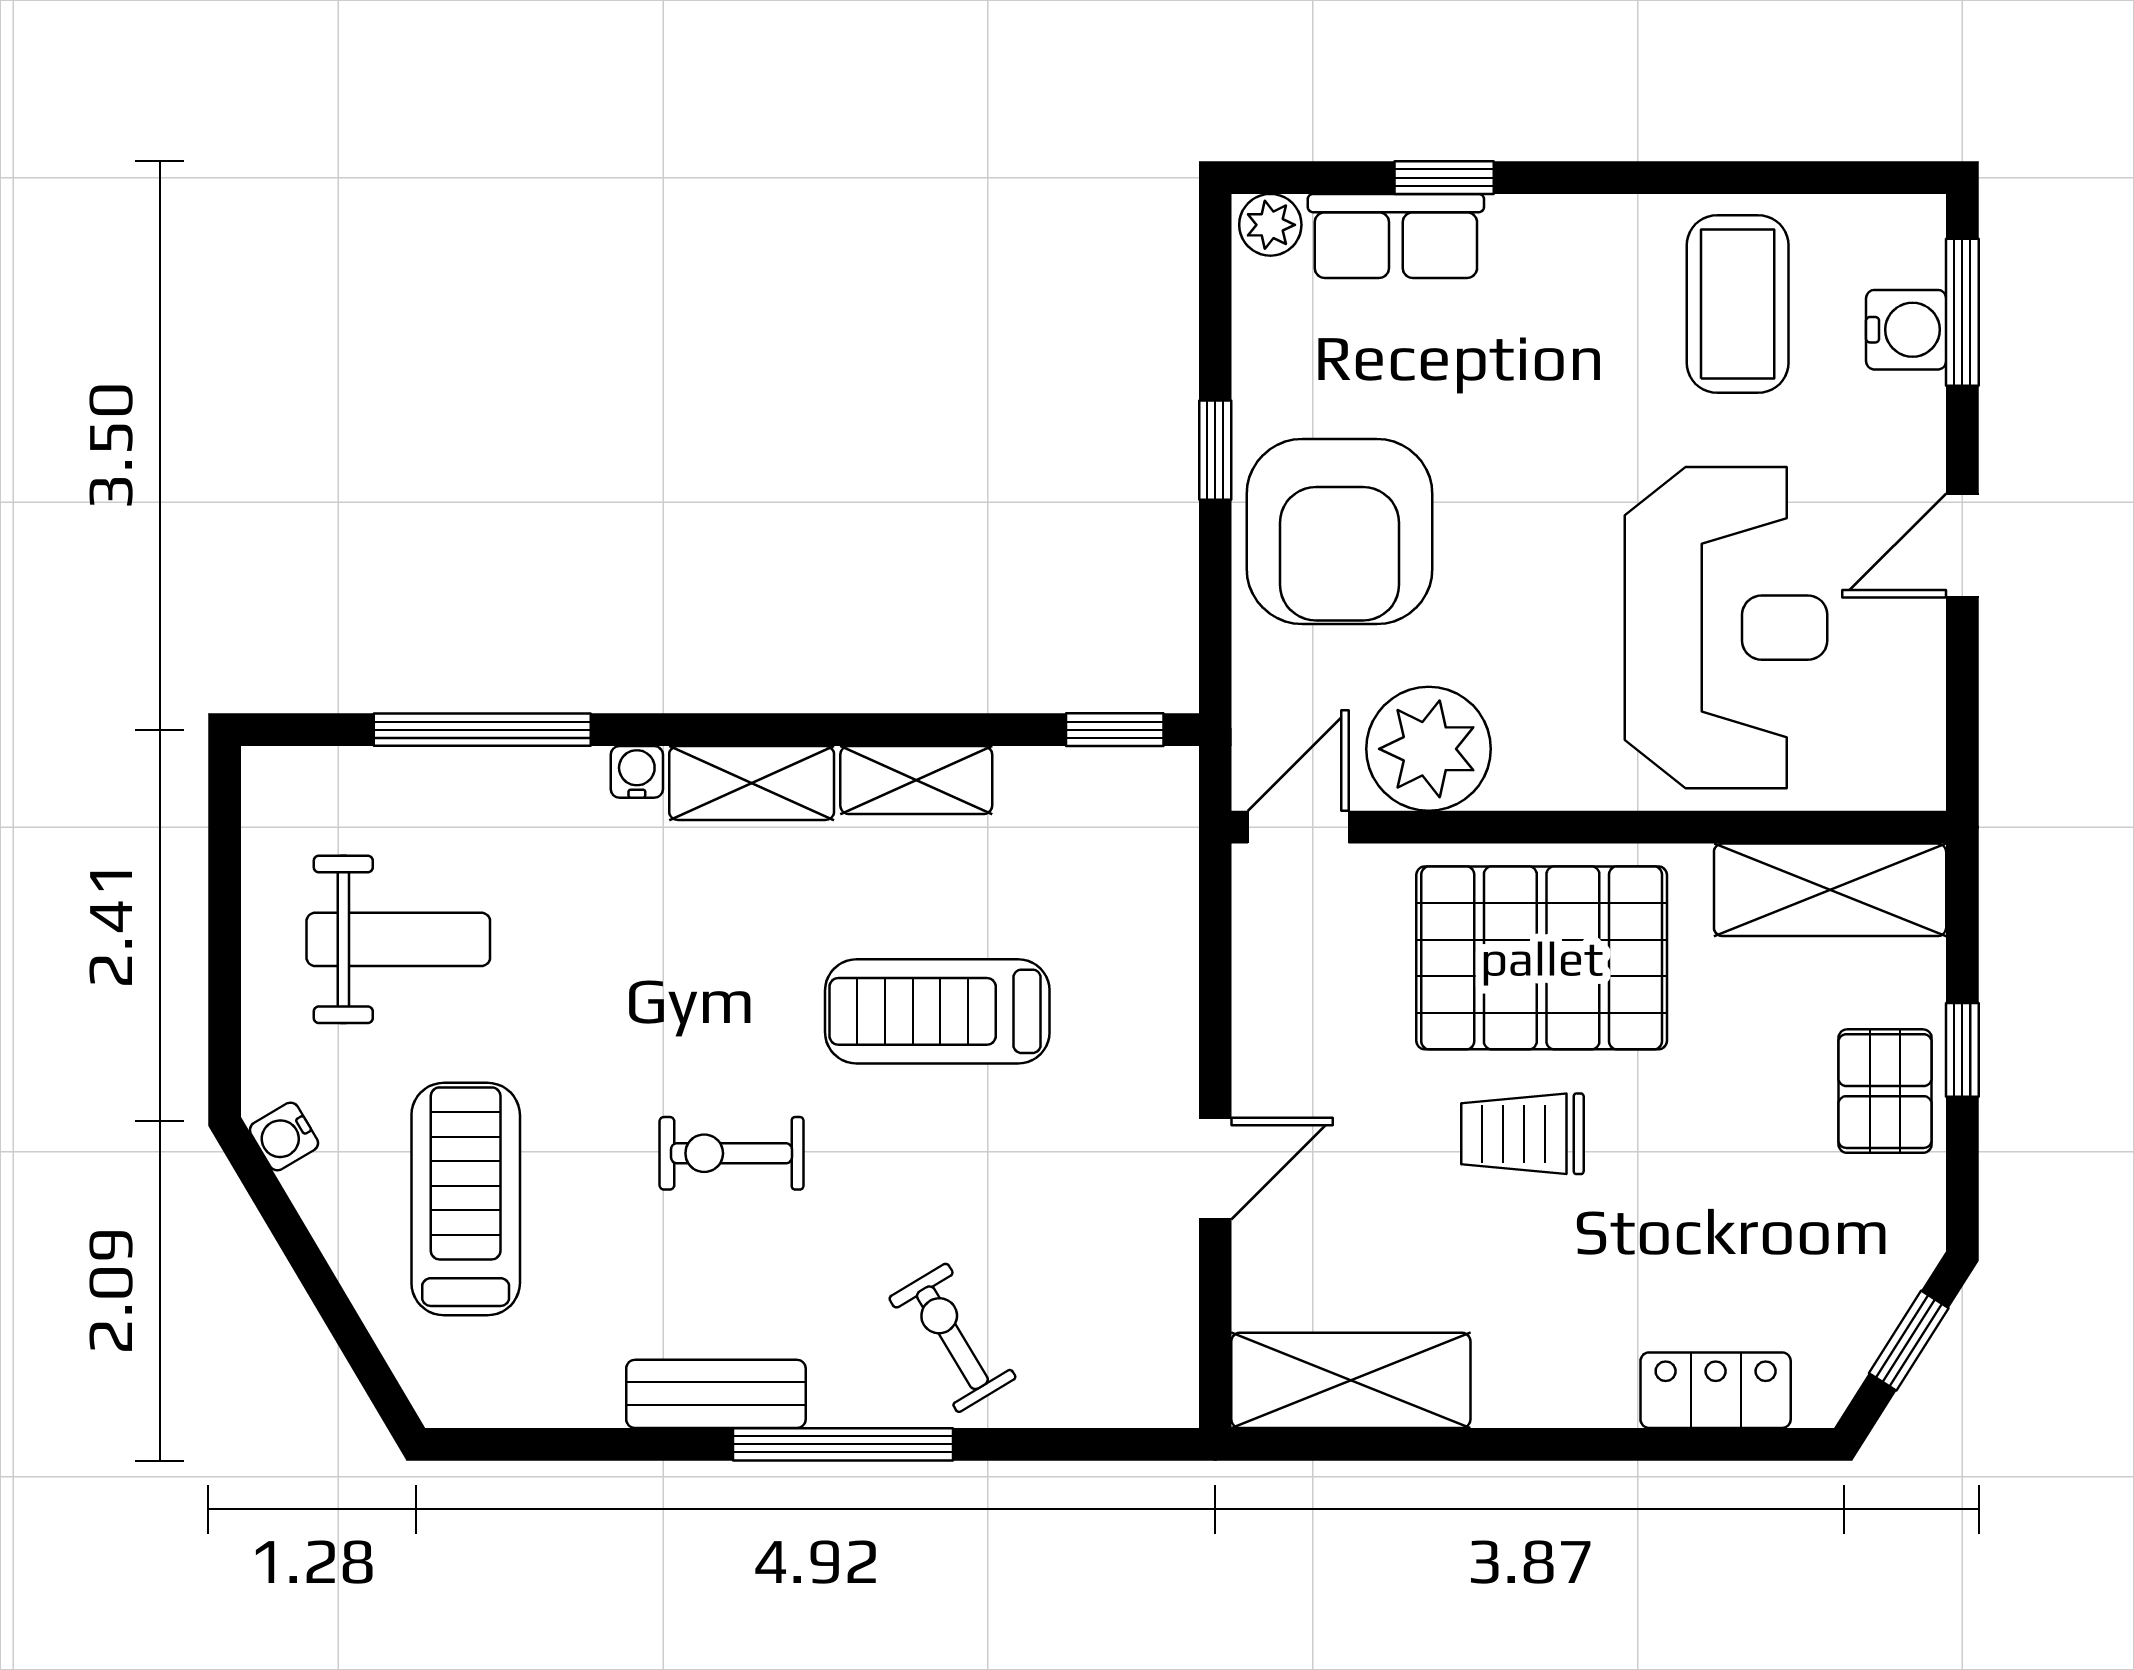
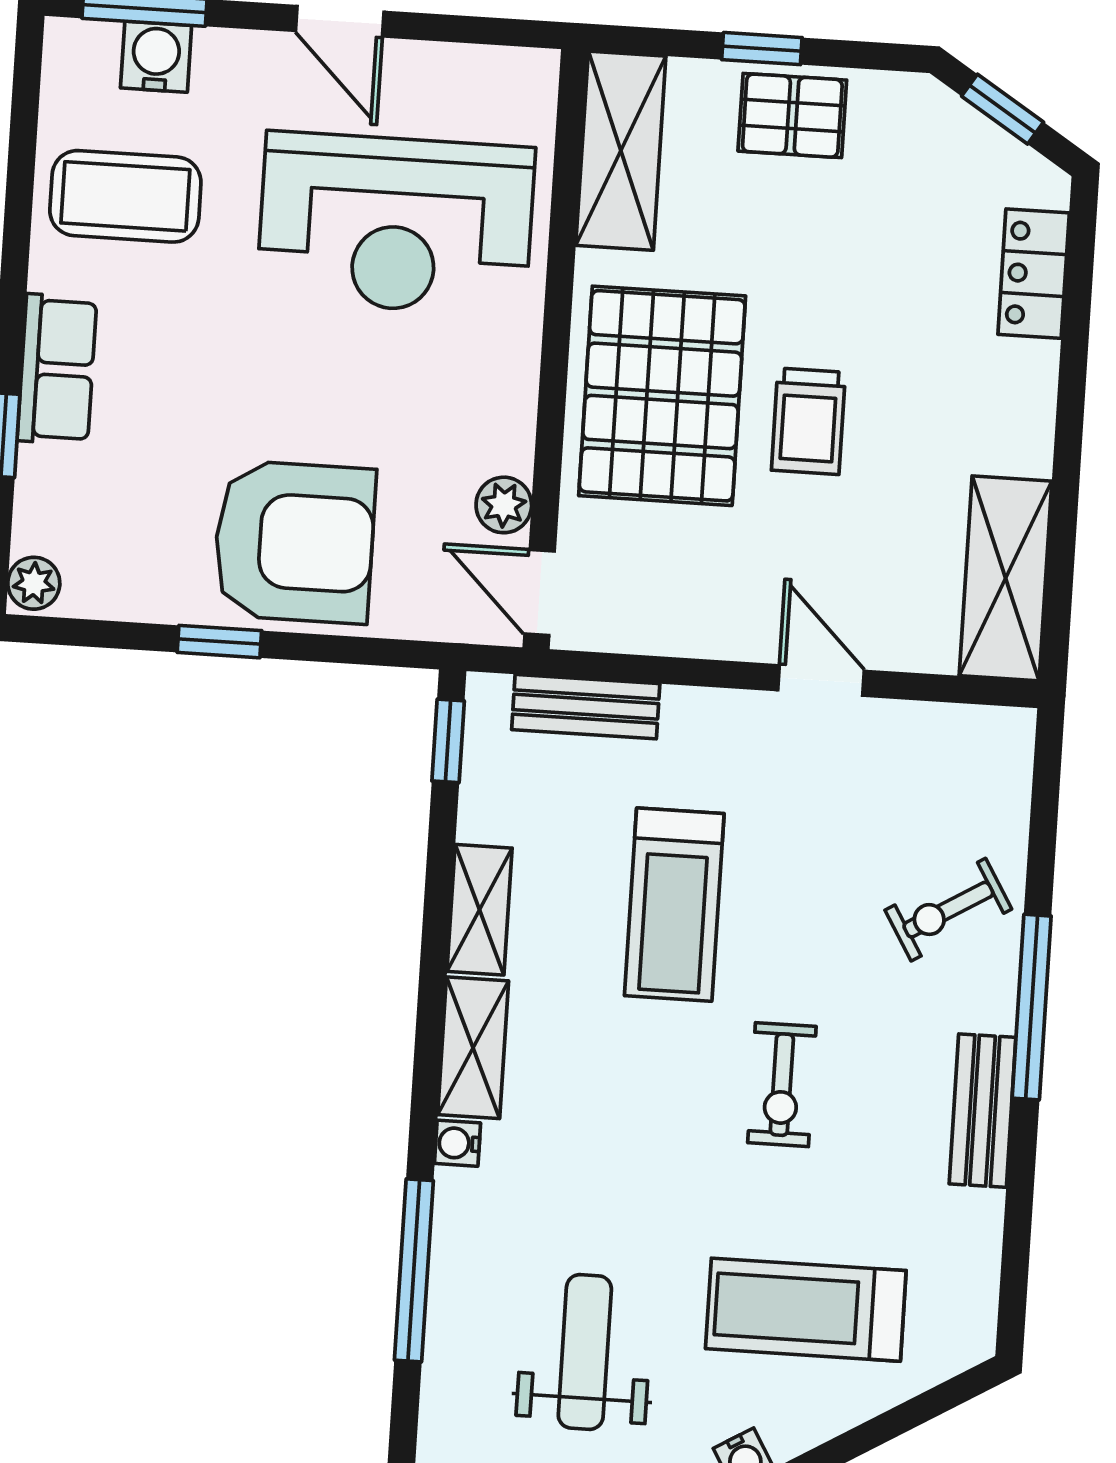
row of seats: (1396, 236) -> (57, 369), moved
reception desk: (1726, 628) -> (396, 224), turned 180
plant: (1429, 749) -> (504, 505), width x0.53, depth x0.53
bench: (1166, 891) -> (586, 707), added

